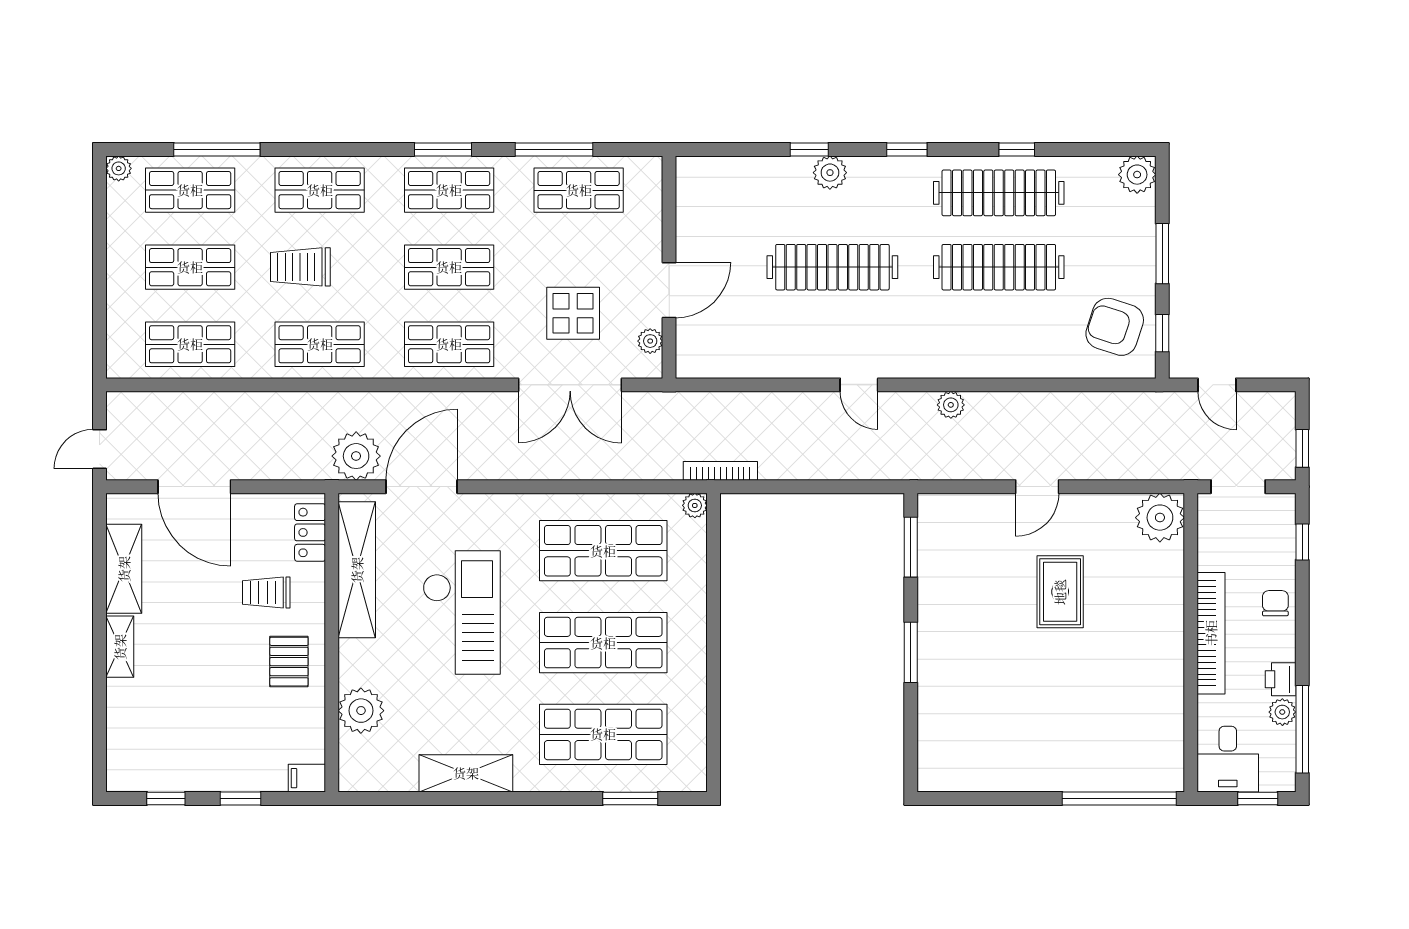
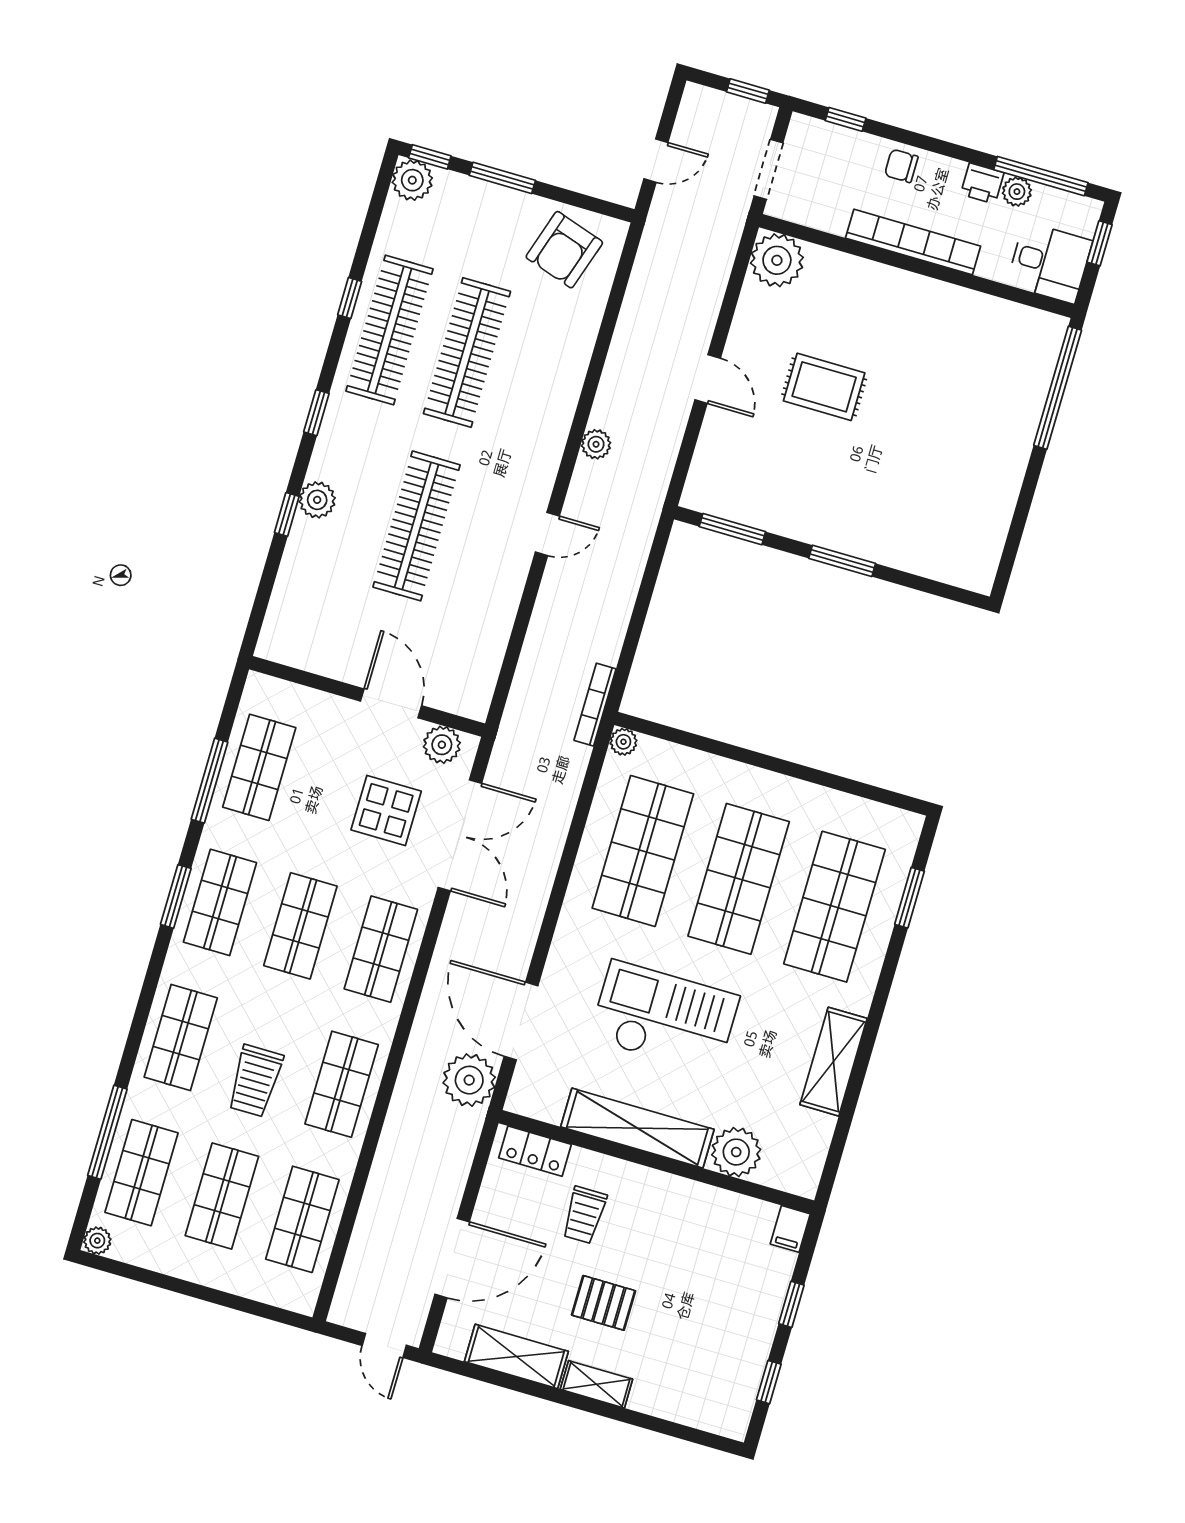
window: (1162, 333) -> (430, 157), moved
plant: (650, 341) -> (442, 745), width x1.38, depth x1.38
shelving: (357, 570) -> (637, 1128), moved
pallet: (289, 662) -> (604, 1303), moved

